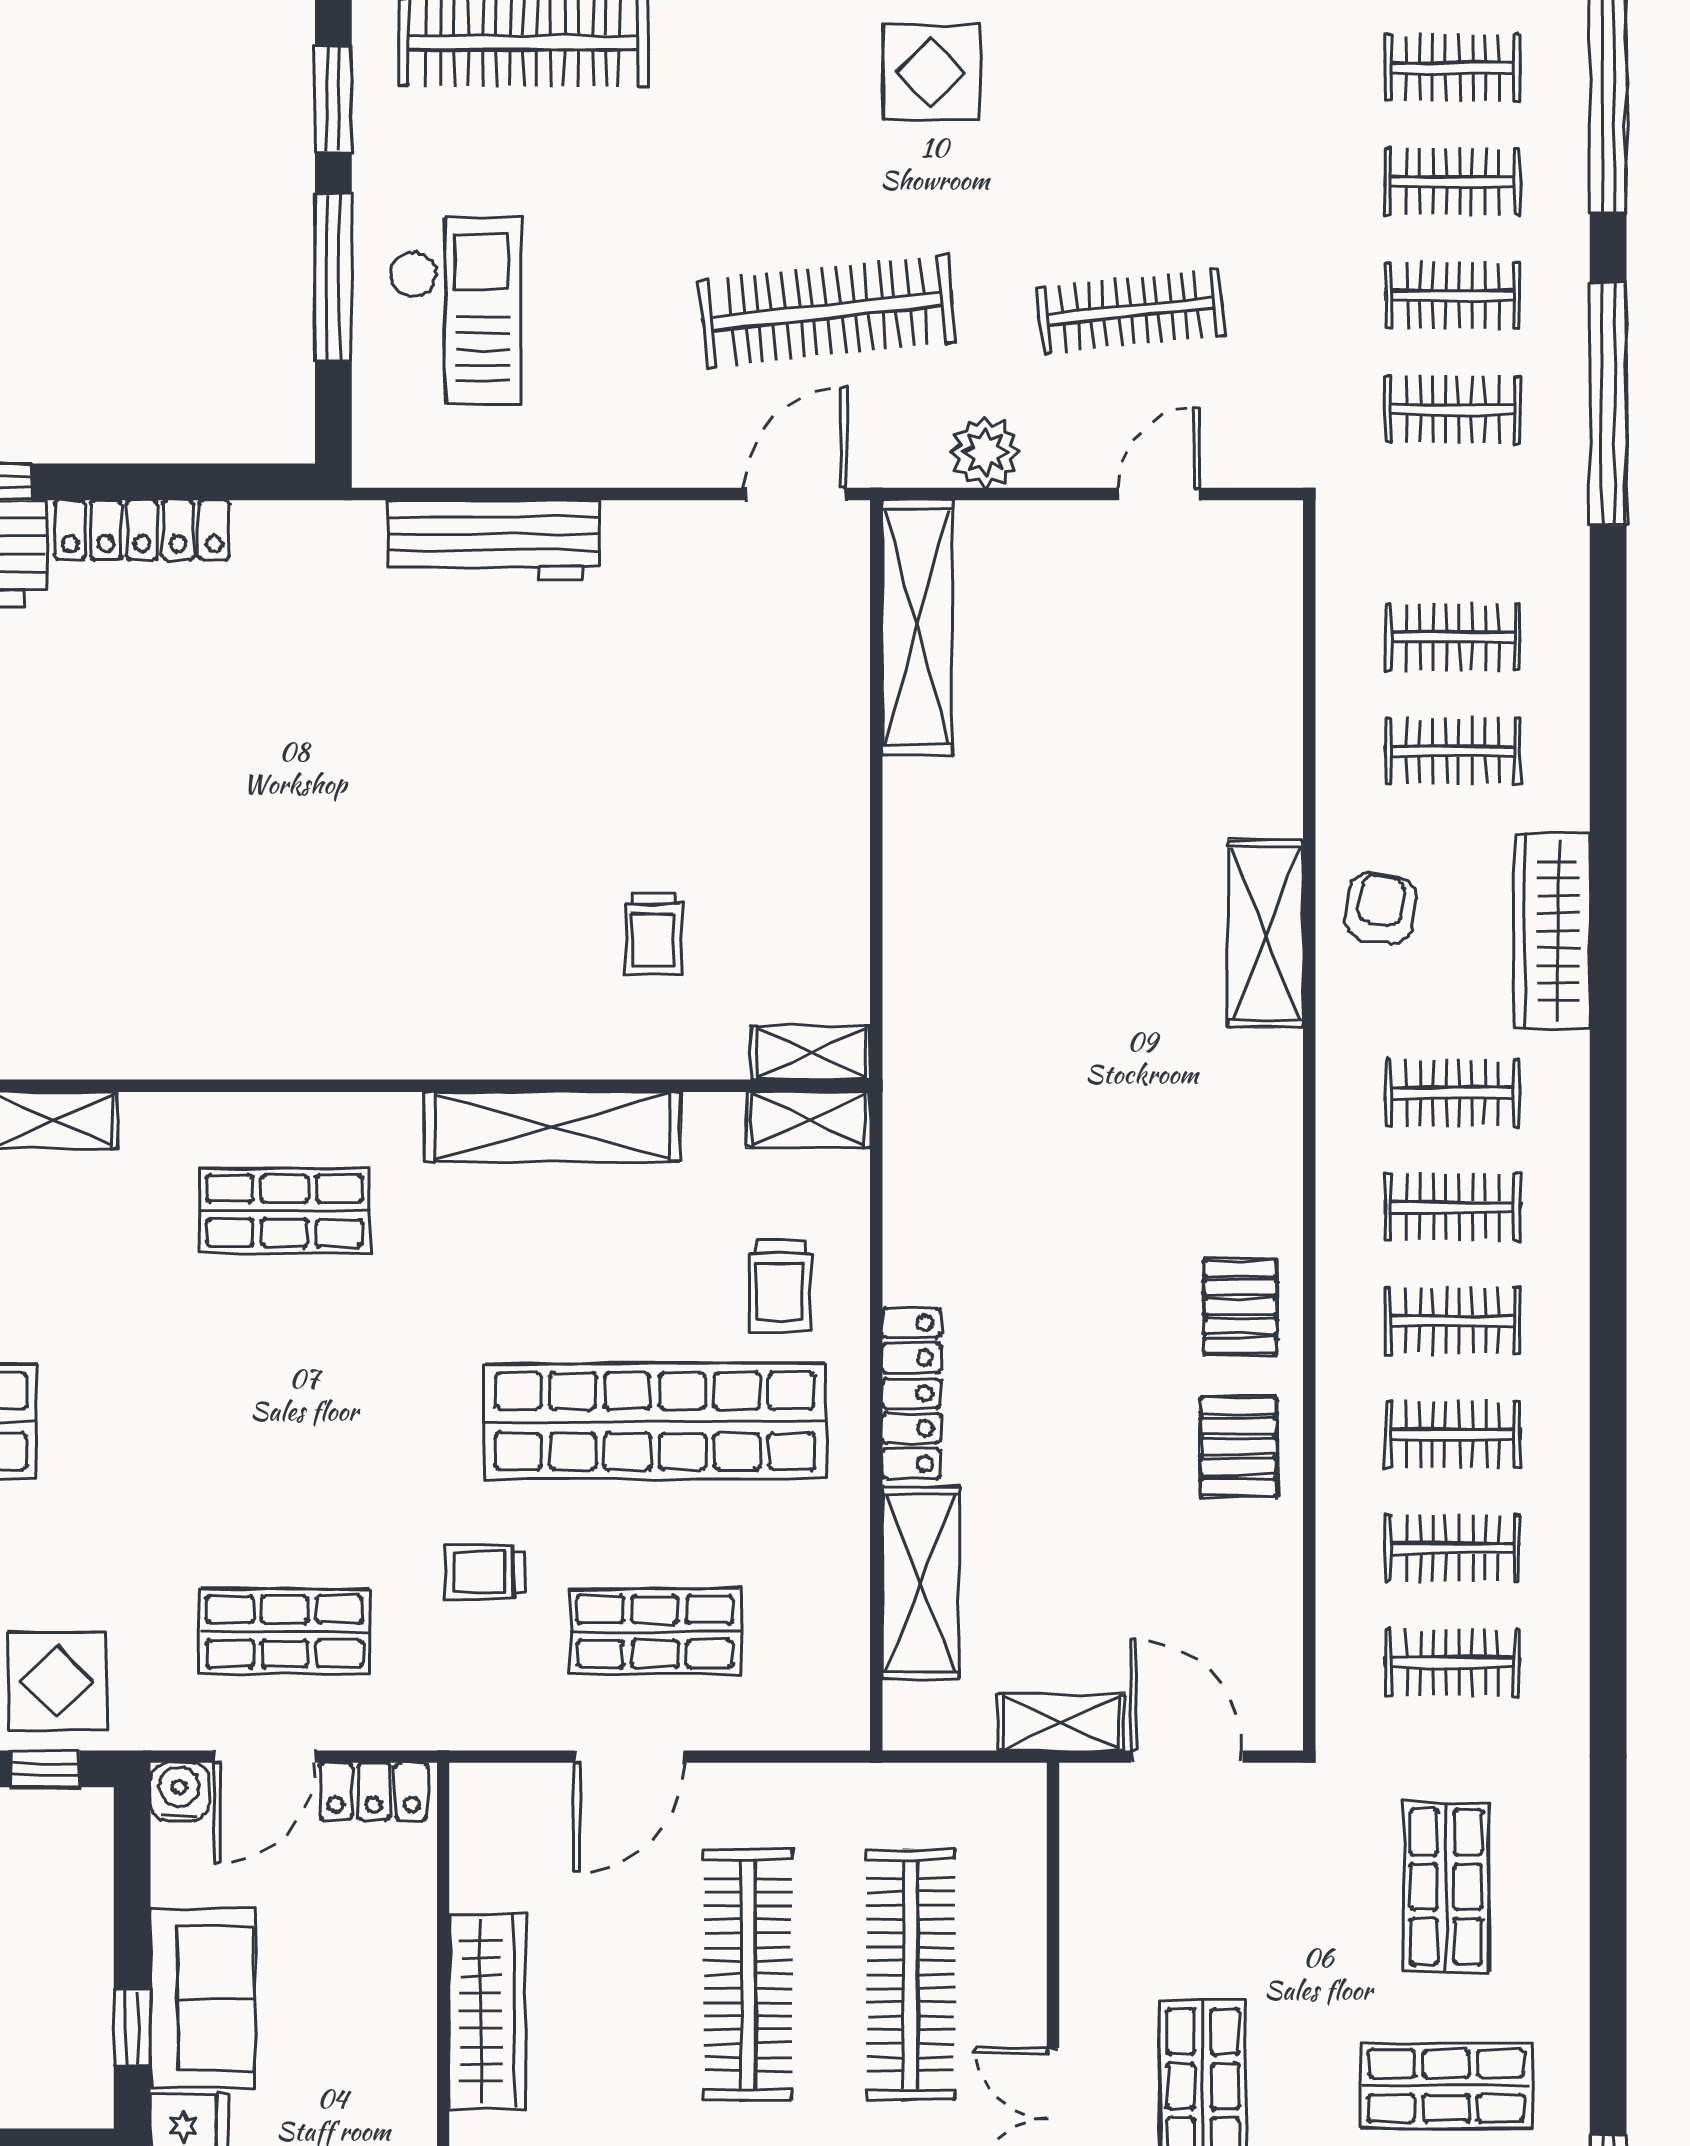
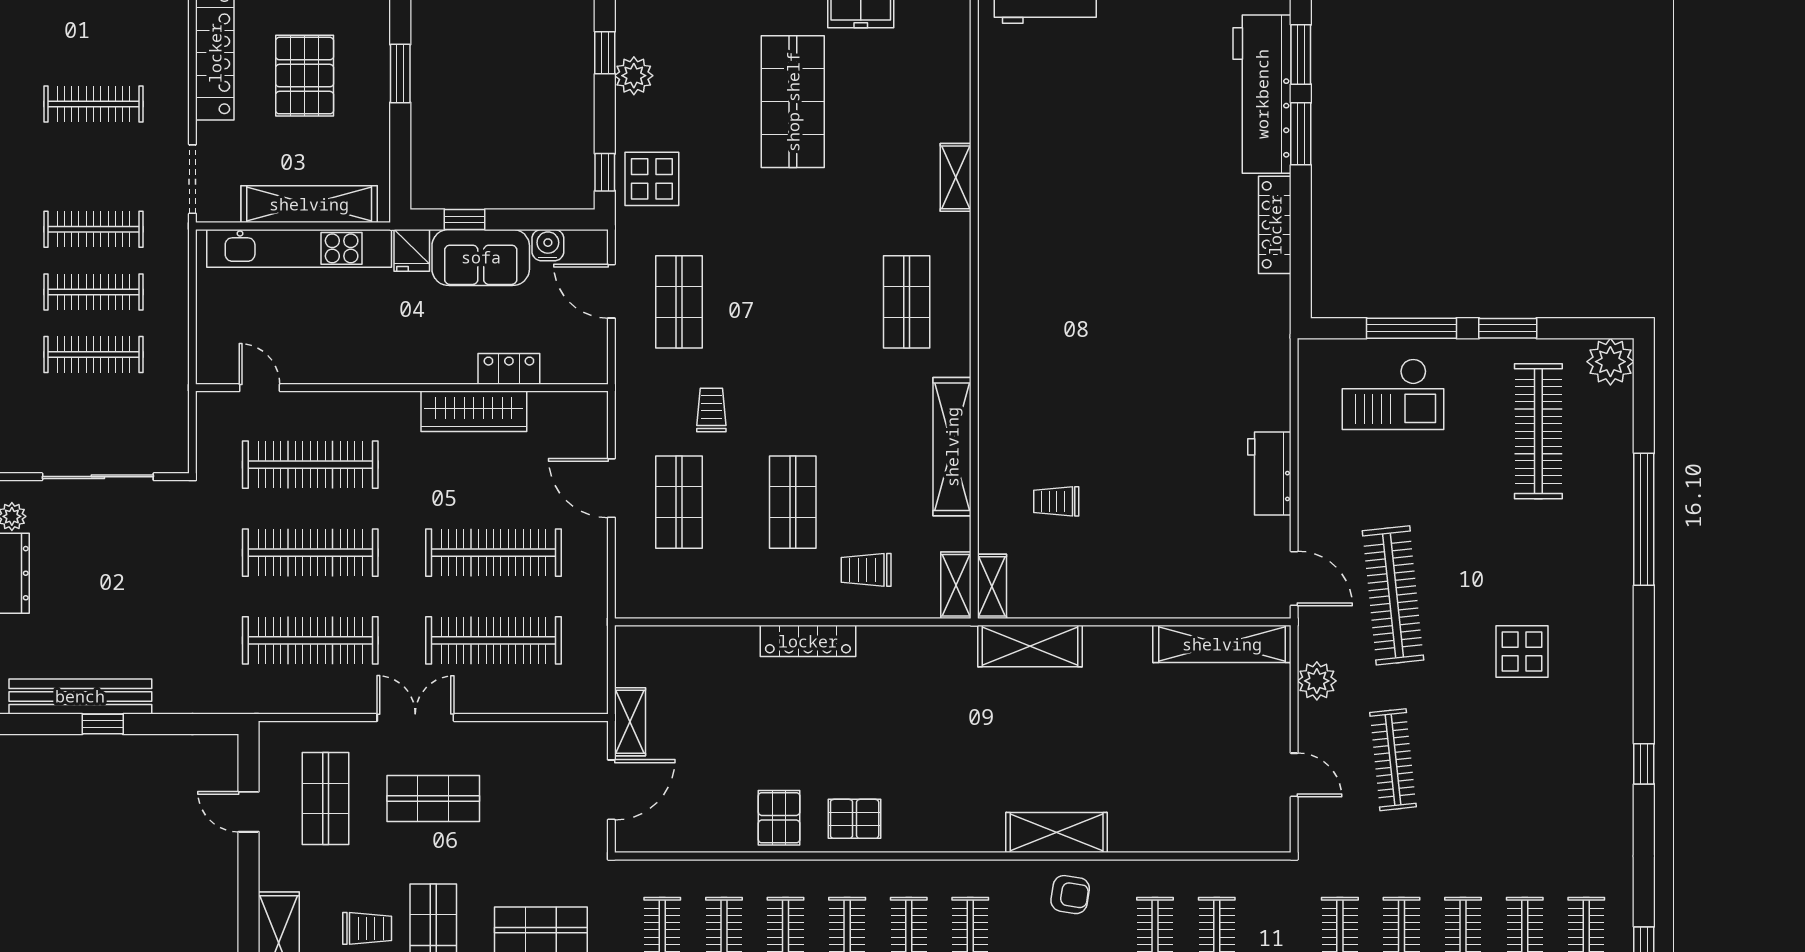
workbench: (493, 540) -> (1269, 474), moved, width x0.73
shop shelf: (655, 1421) -> (793, 502), width x0.50, depth x0.74
pallet: (1238, 1447) -> (779, 818), turned 90
shelving: (921, 1583) -> (1030, 646), moved
locker: (374, 1791) -> (509, 369), moved, turned 90
water cooler: (180, 1792) -> (548, 245), moved, turned -90

